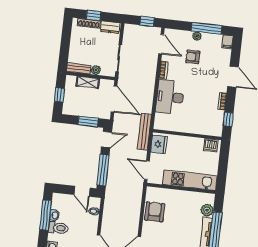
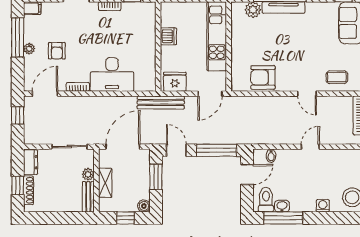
boiler: (67, 110) -> (144, 206), added
dishwasher: (211, 145) -> (168, 36), moved
toilet: (58, 228) -> (266, 200), moved

